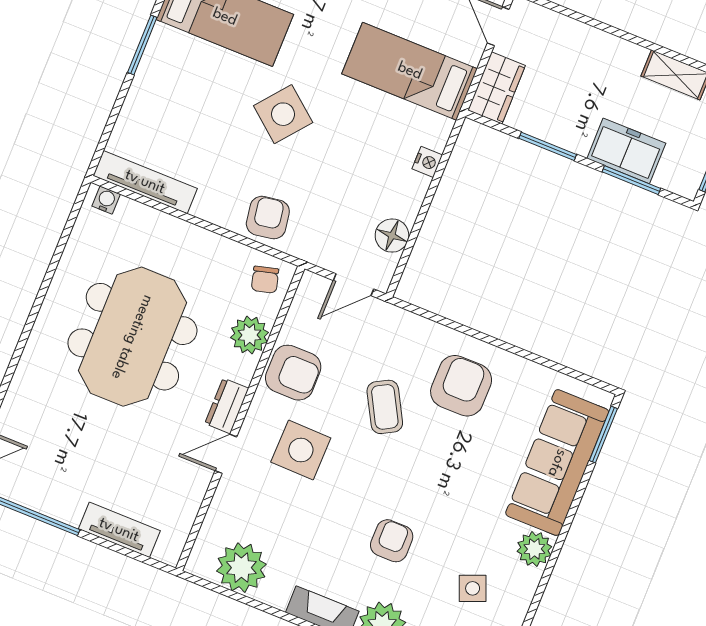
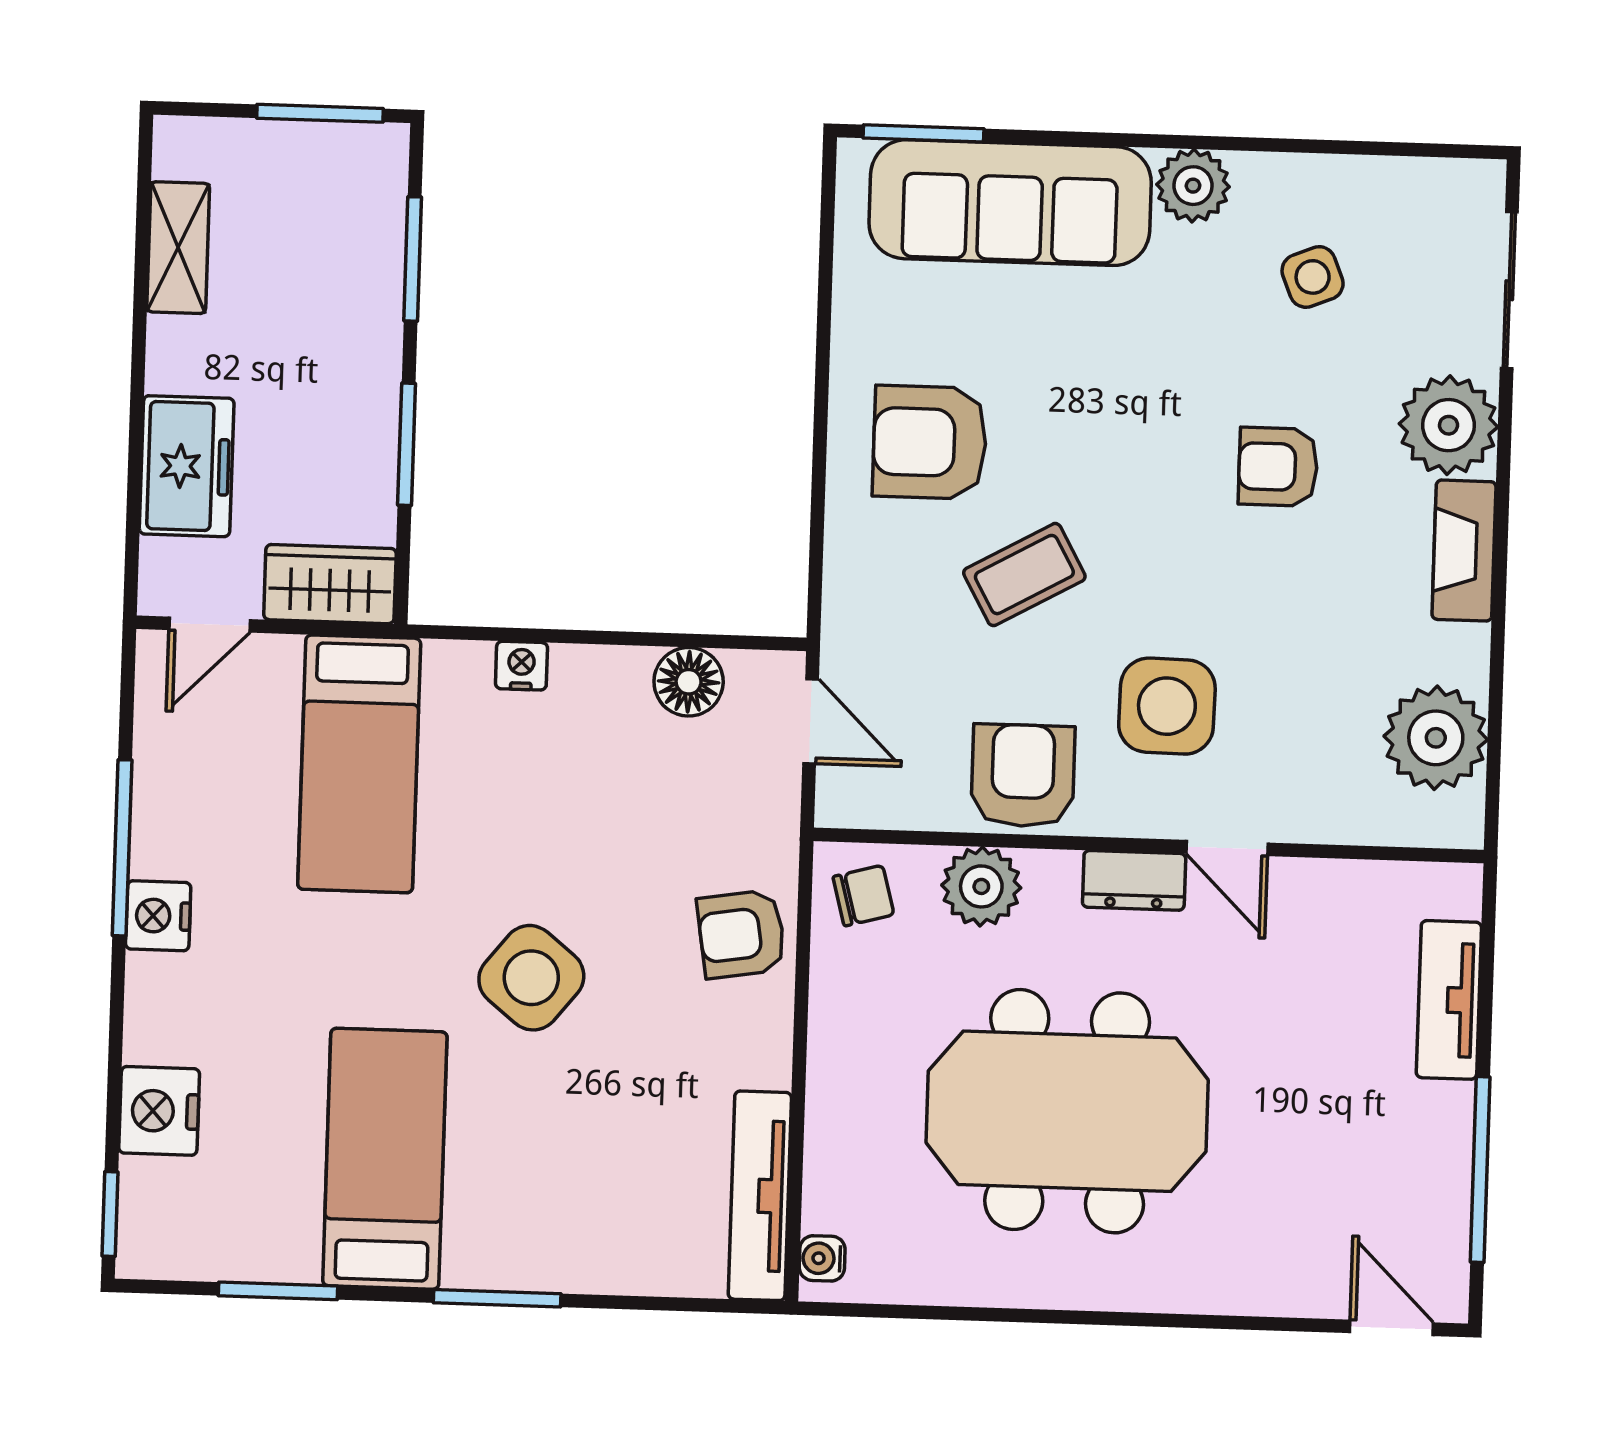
freezer: (626, 151) -> (187, 466), moved, turned 180

